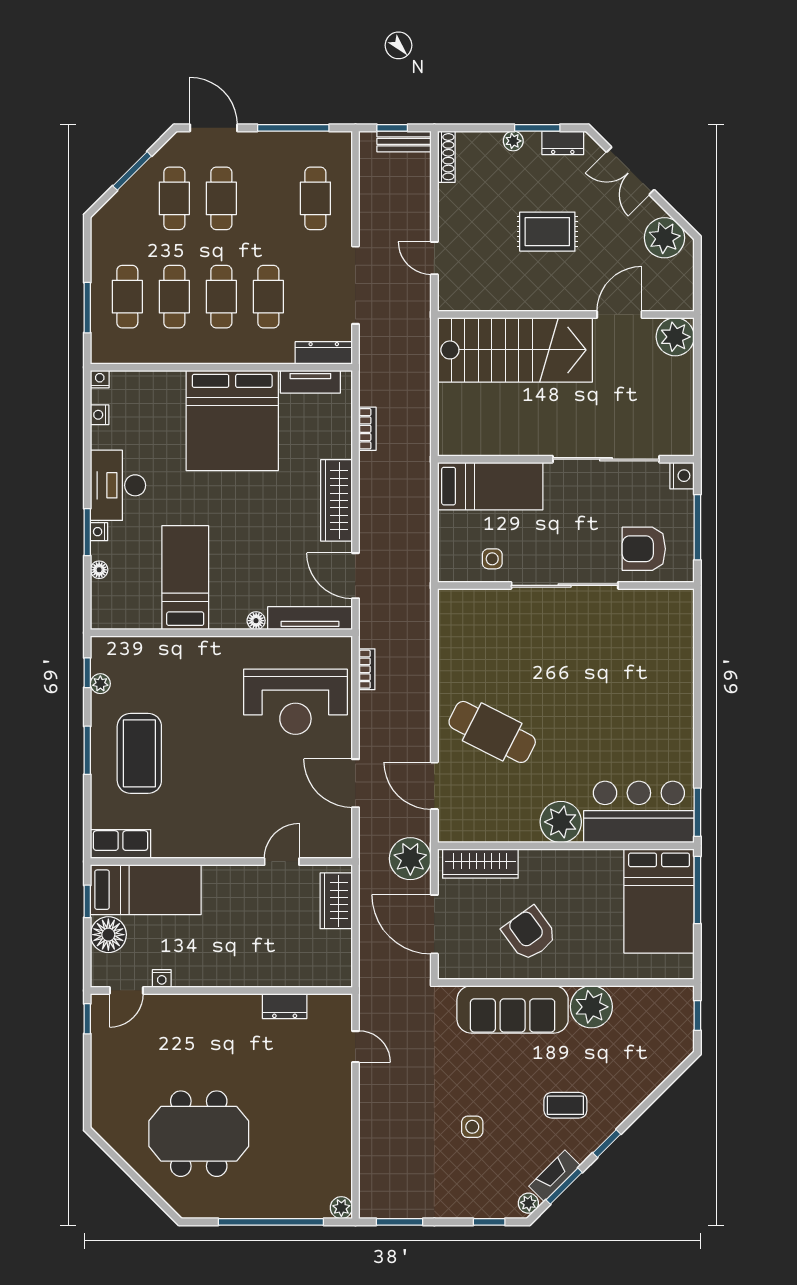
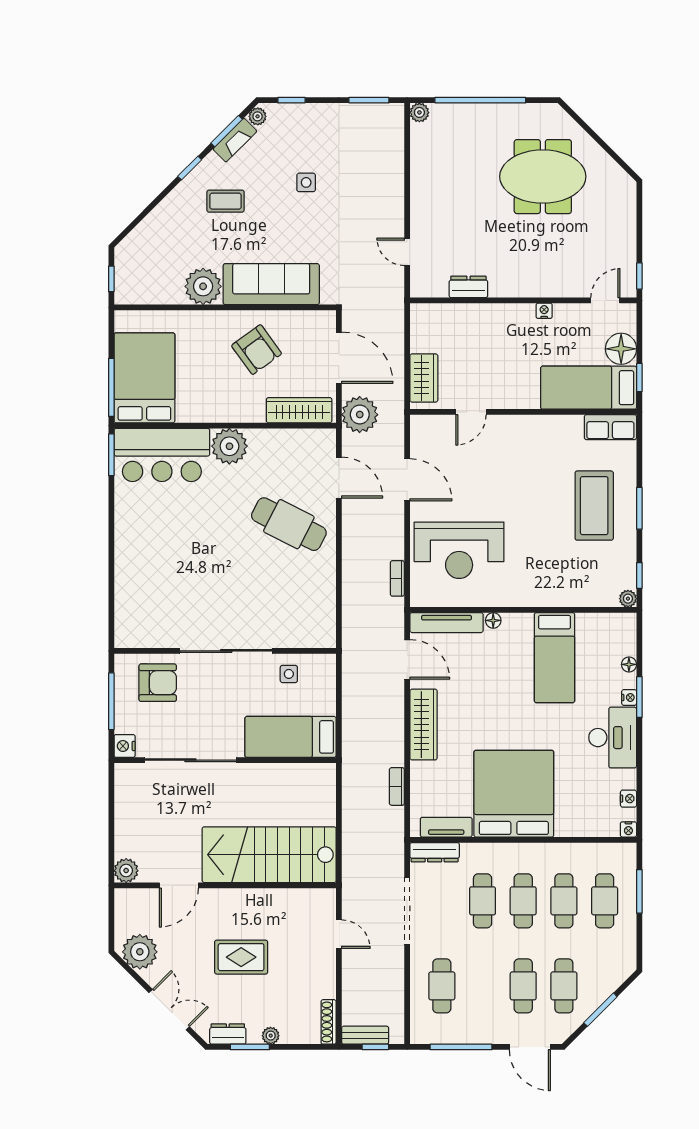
plant: (675, 337) -> (126, 871), width x0.73, depth x0.73
plant: (100, 684) -> (628, 599), moved
reception desk: (295, 702) -> (459, 550), turned 180
nightstand: (162, 978) -> (544, 311), moved

